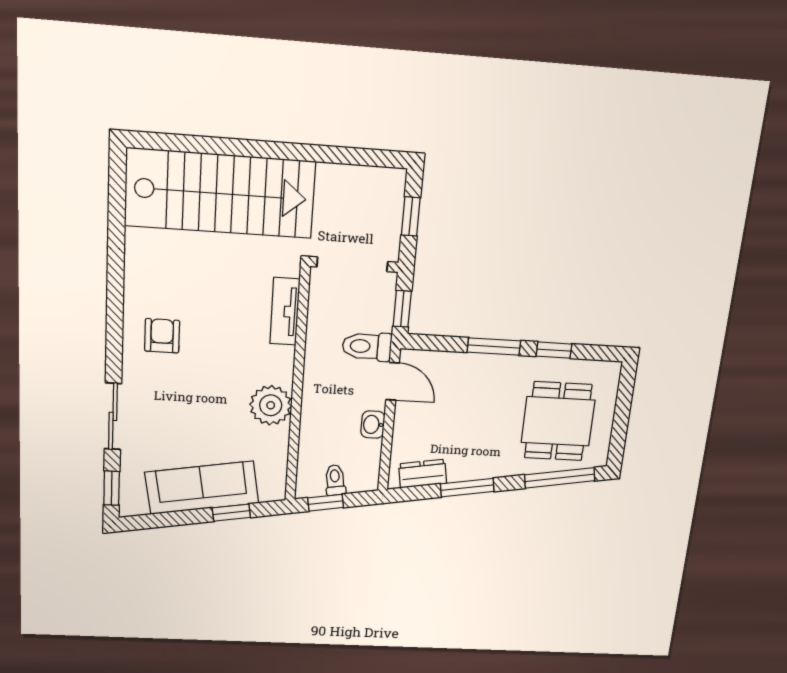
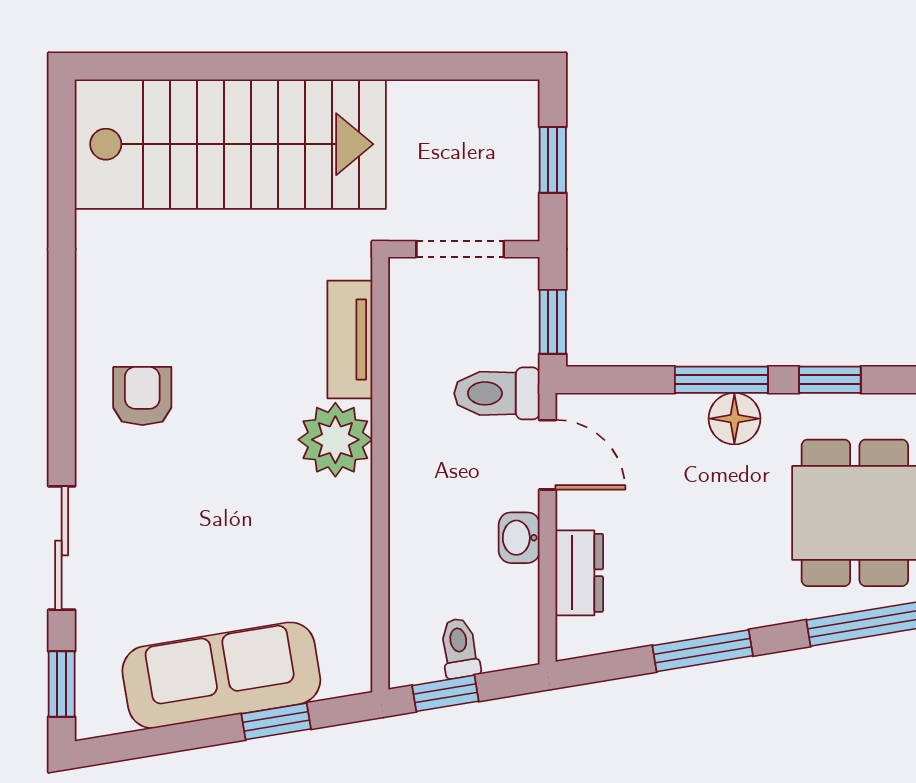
doorway: (352, 264) -> (460, 249), width x0.73
floor lamp: (499, 368) -> (734, 419), added
plant: (271, 405) -> (335, 440), moved
dresser: (423, 474) -> (579, 573), moved, turned 99

